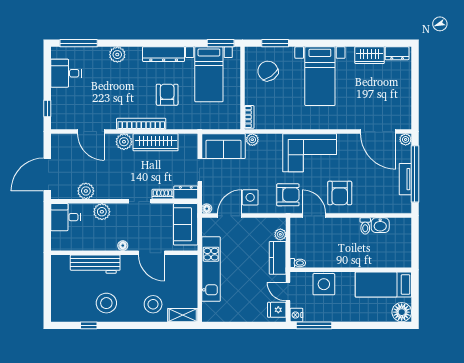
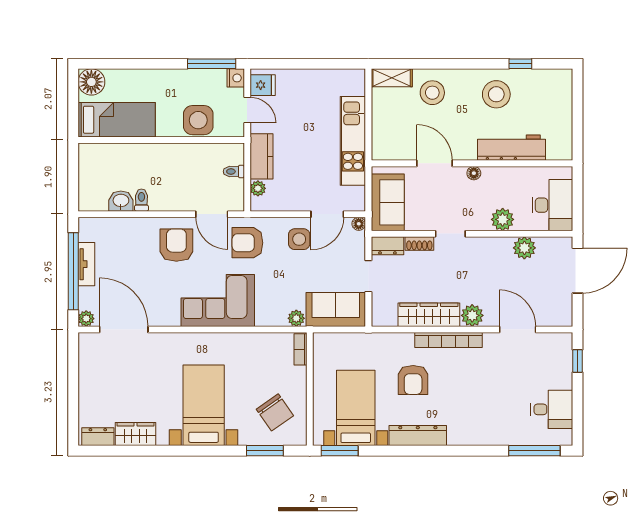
plant: (117, 55) -> (481, 435), removed
desk: (65, 217) -> (552, 205), width x1.37
toilet: (298, 263) -> (234, 172), moved

